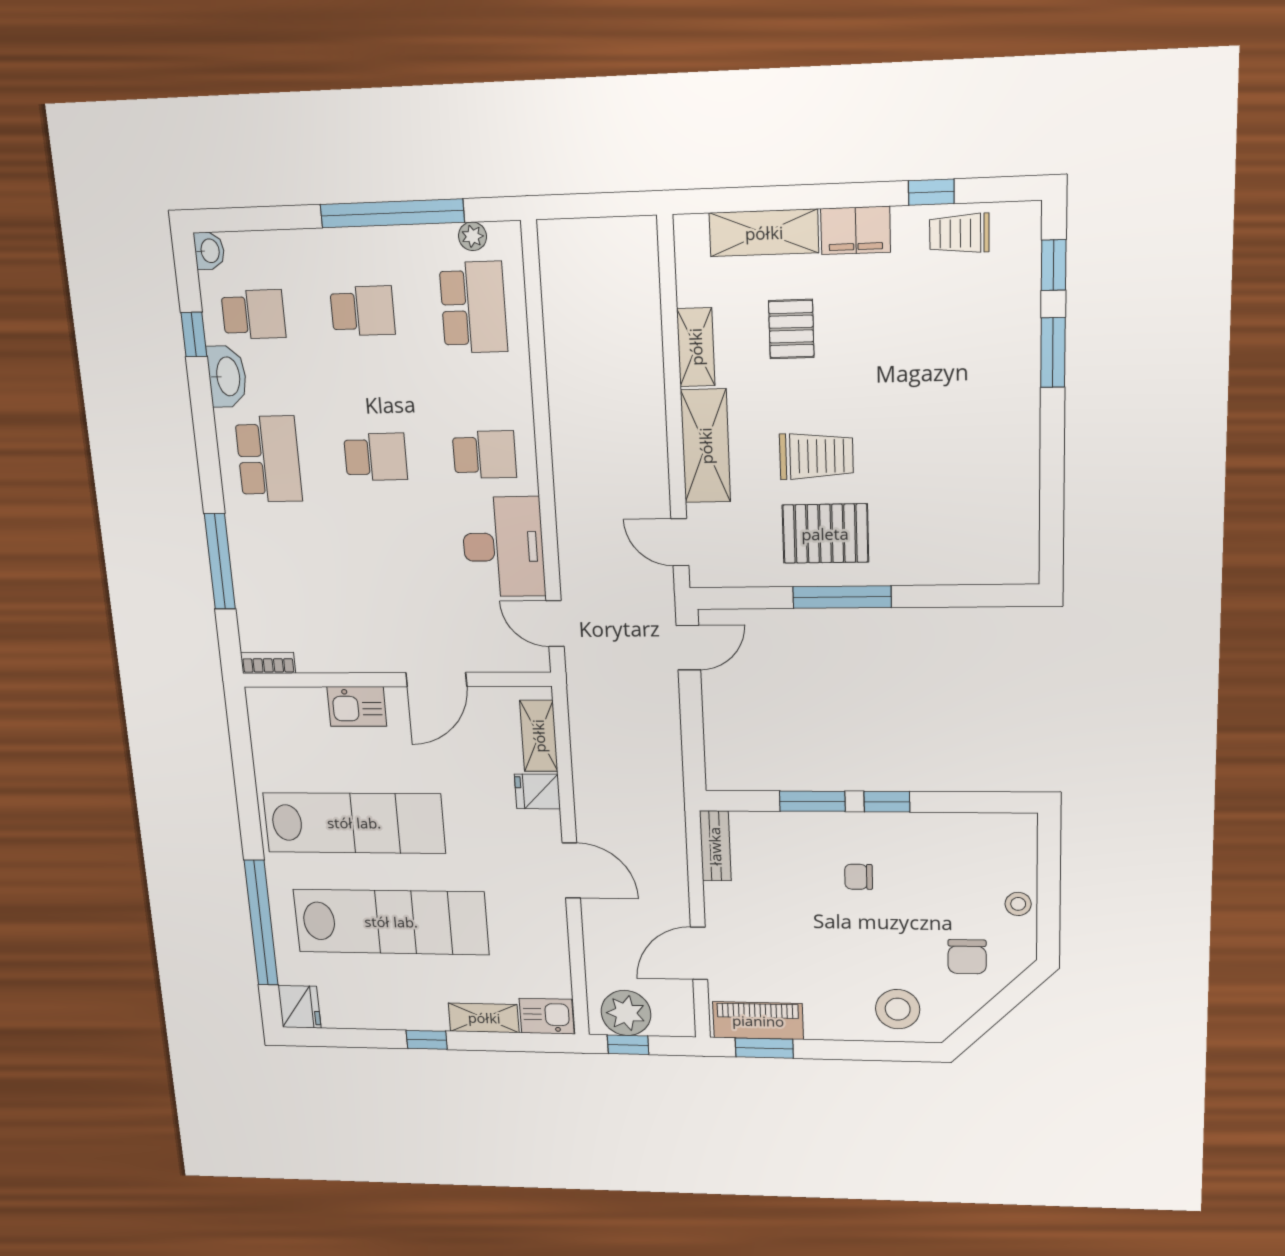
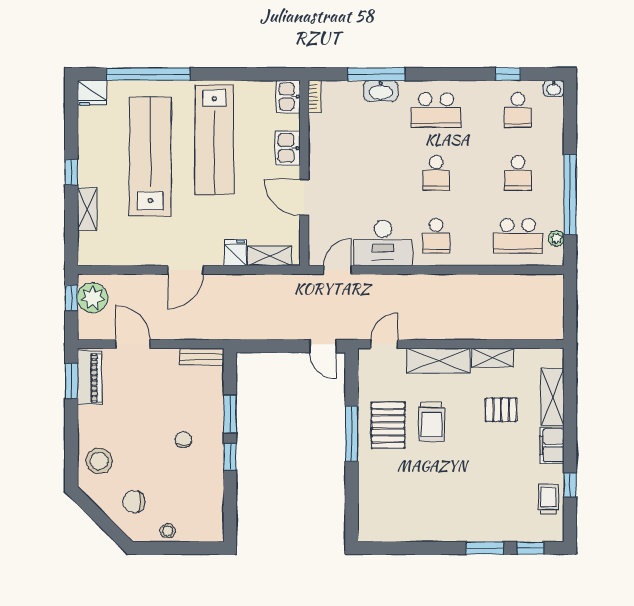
washbasin: (227, 376) -> (381, 91), moved
lab bench: (391, 922) -> (150, 156), turned 180
kitchen sink: (547, 1016) -> (288, 97), moved, turned 180

